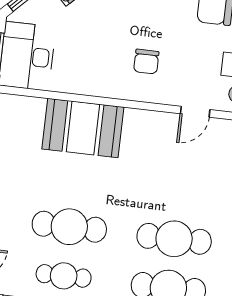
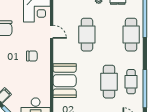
cafe table: (174, 239) -> (87, 35), moved

